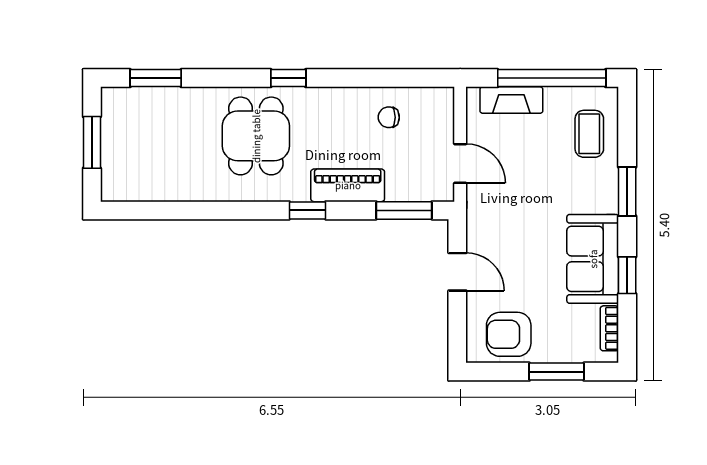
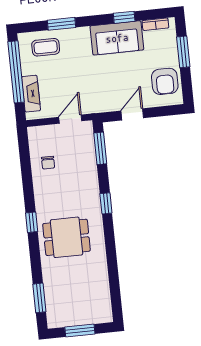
piano: (348, 185) -> (89, 182), removed
window: (627, 191) -> (61, 24), moved

